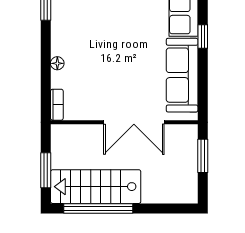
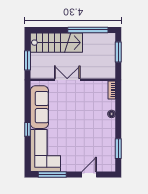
double door: (134, 122) -> (67, 80), width x0.73
stairs: (96, 187) -> (56, 43), moved

